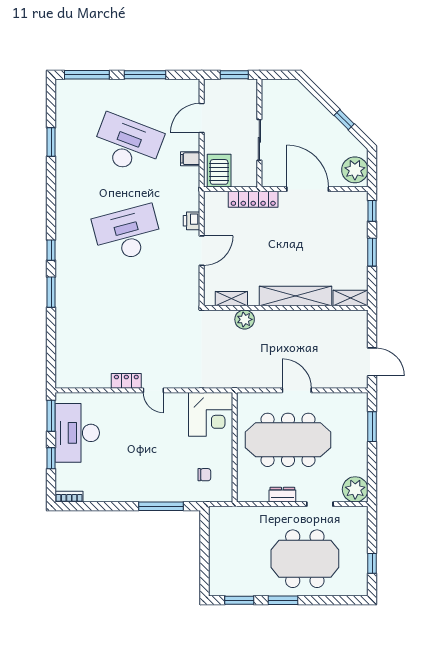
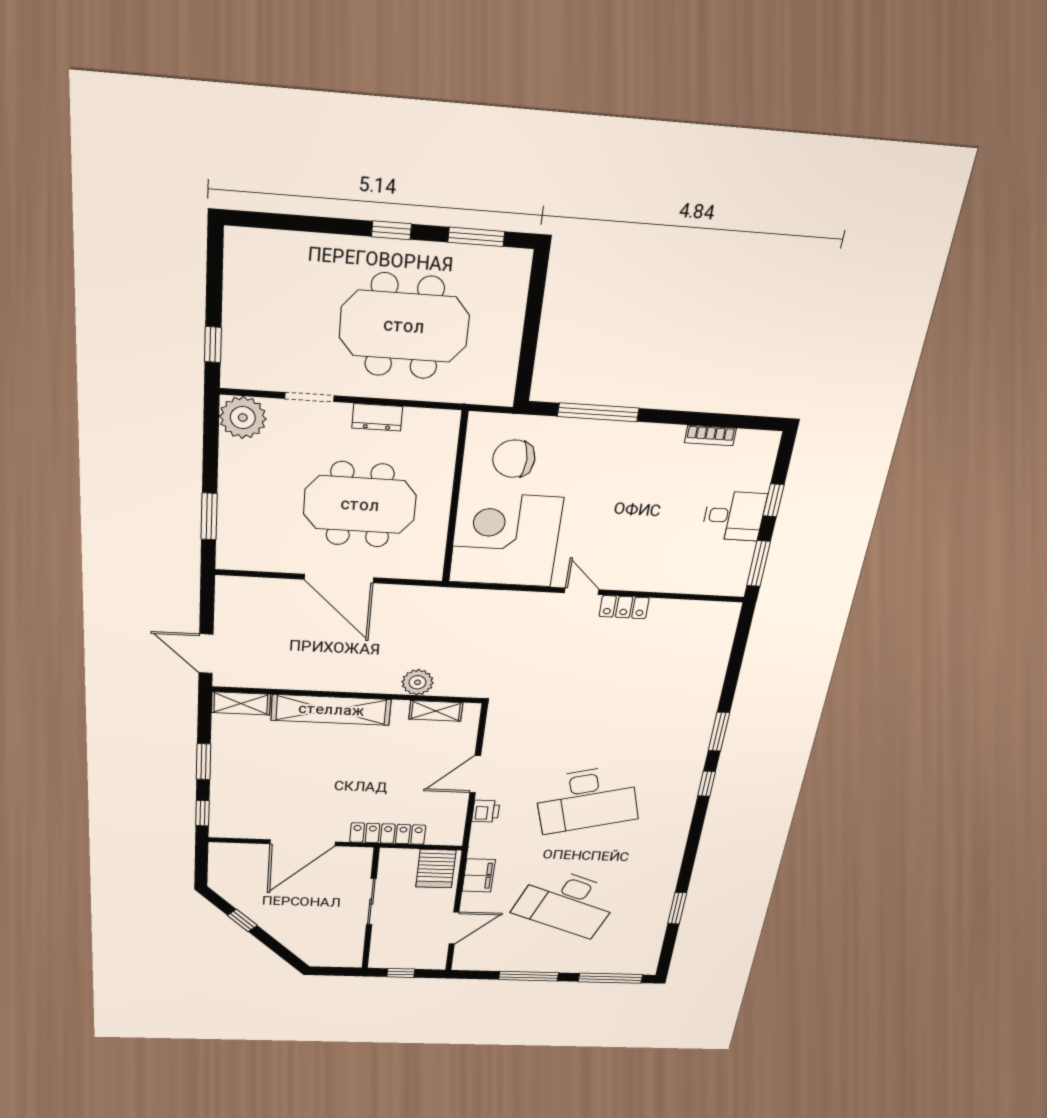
window: (234, 75) -> (401, 973), width x0.67
filing cabinet: (190, 159) -> (479, 875), width x2.00
plant: (355, 170) -> (228, 863), removed
door: (308, 189) -> (303, 843), hinge flipped
door: (372, 362) -> (206, 654), moved
door: (297, 390) -> (339, 578), width x1.36
corner desk: (211, 414) -> (506, 540), width x1.36, depth x1.36
desk: (77, 433) -> (734, 516), width x0.53, depth x0.77
meeting table: (288, 440) -> (360, 505), width x0.73
chair: (204, 475) -> (514, 459), width x1.87, depth x1.87
bookcase: (69, 497) -> (710, 436), moved
meeting table: (305, 559) -> (404, 326), moved
window: (372, 563) -> (213, 345), moved
window: (283, 600) -> (391, 230), width x0.67

